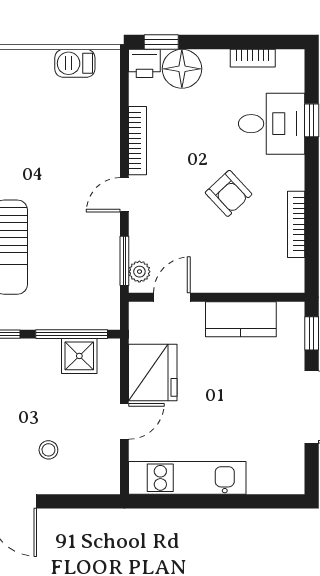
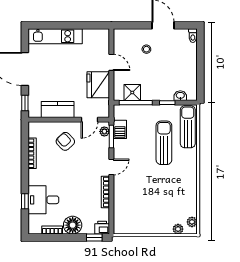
barbecue: (75, 63) -> (120, 129), moved, turned 90
floor lamp: (182, 69) -> (73, 225), moved
armchair: (229, 193) -> (65, 141), moved
door: (124, 421) -> (111, 62), swing flipped
kitchen unit: (187, 478) -> (55, 36), moved

